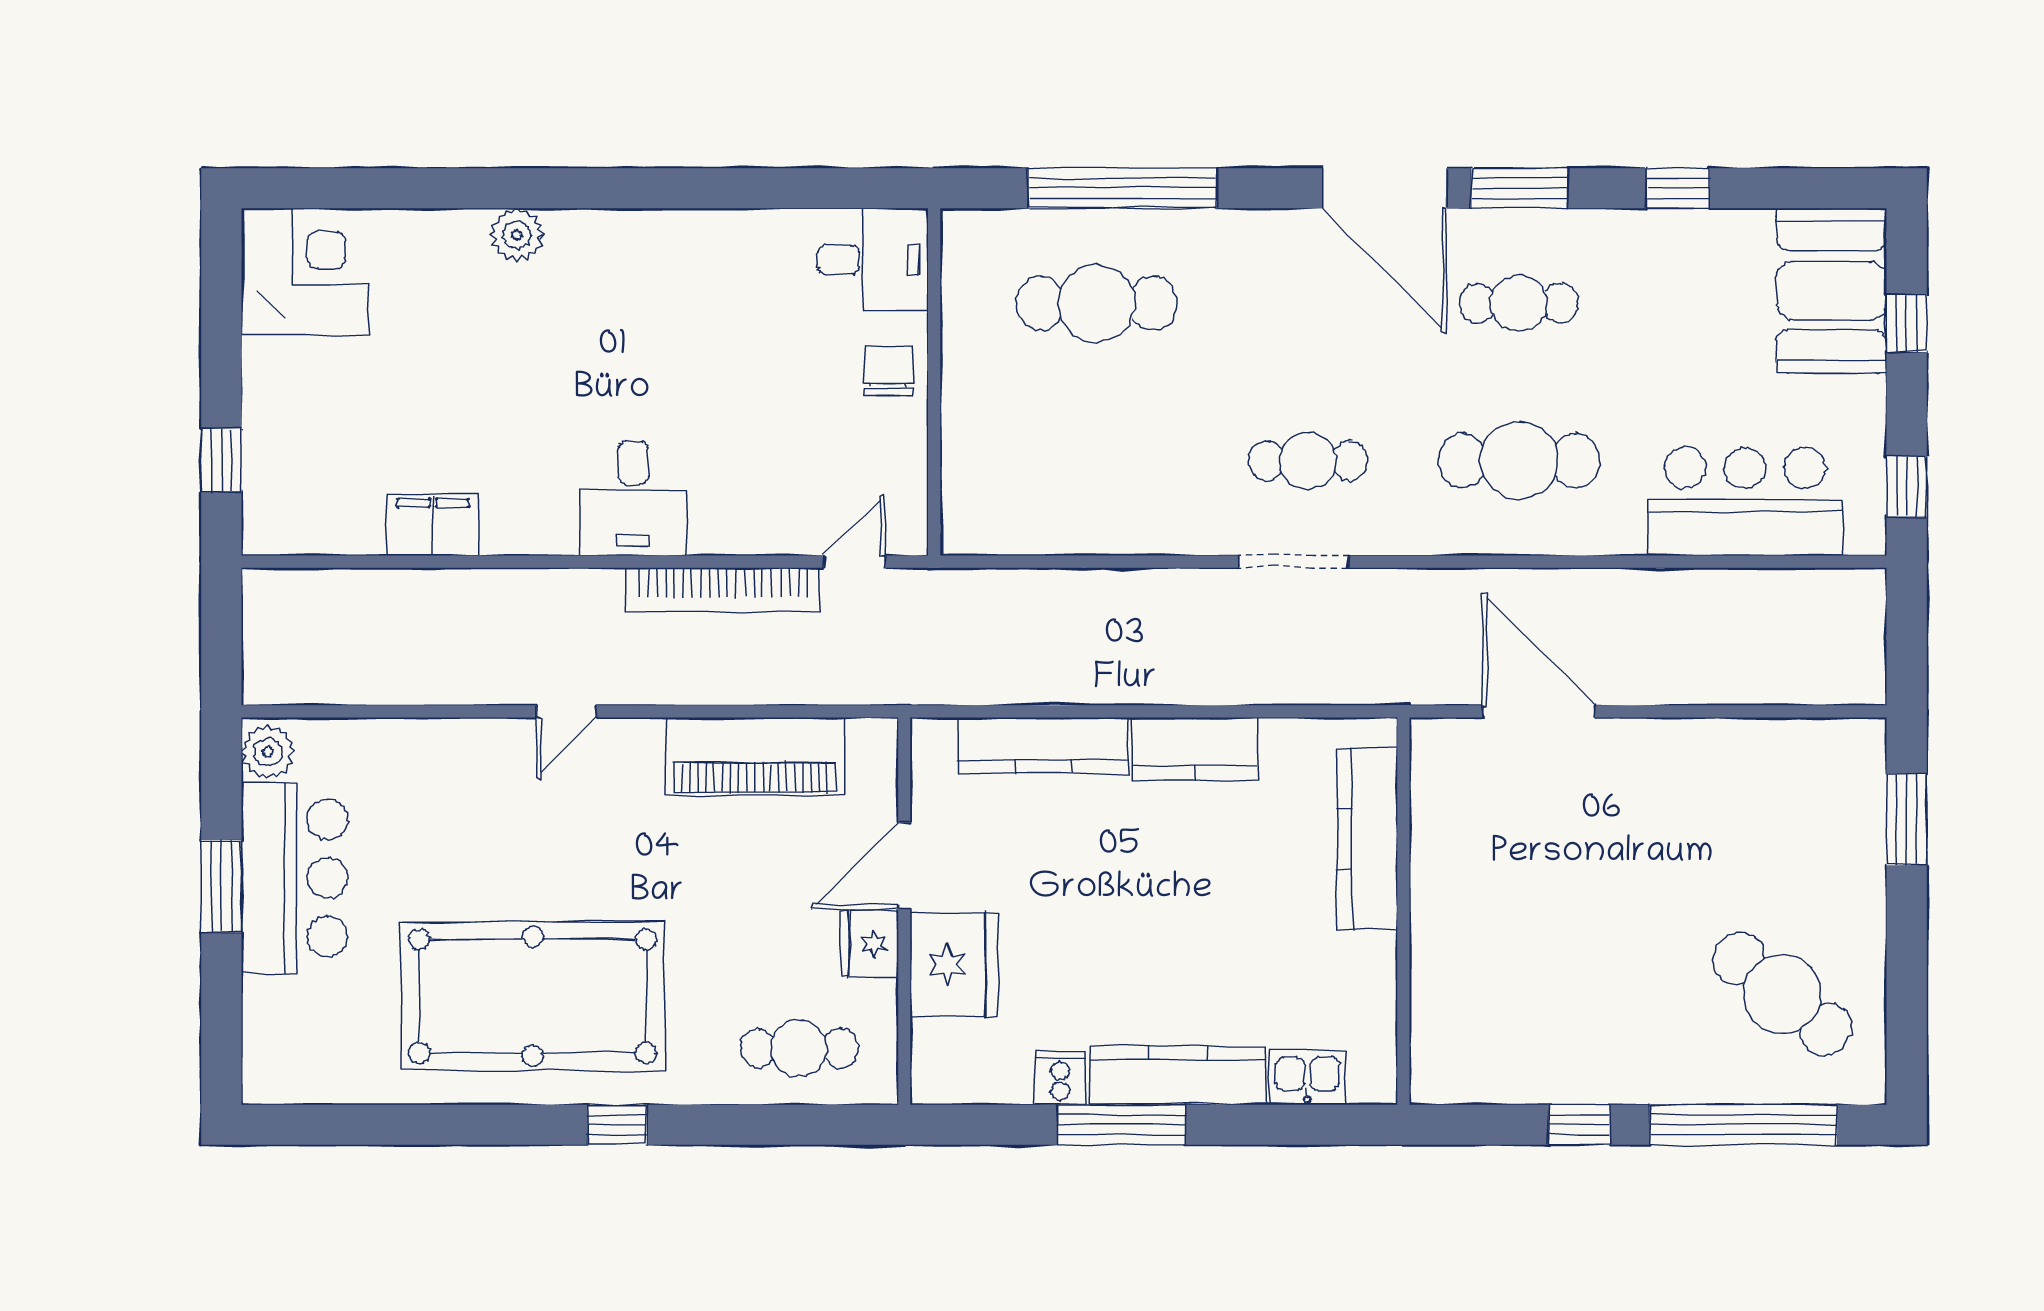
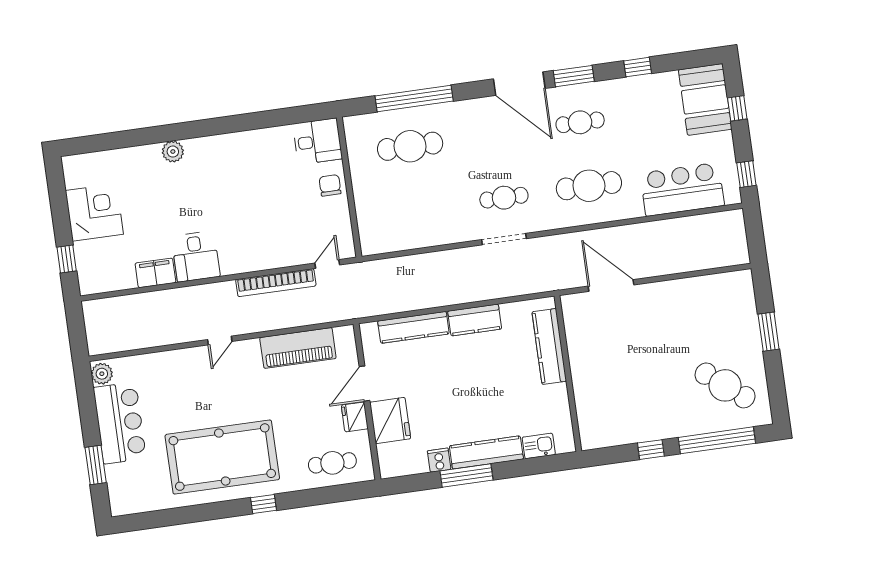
corner desk: (305, 272) -> (94, 212), moved
desk: (633, 498) -> (196, 256), moved
window: (1907, 819) -> (769, 332), moved
window: (221, 886) -> (96, 465), moved

